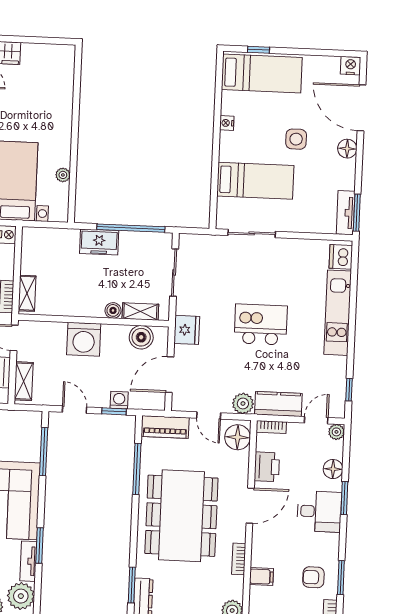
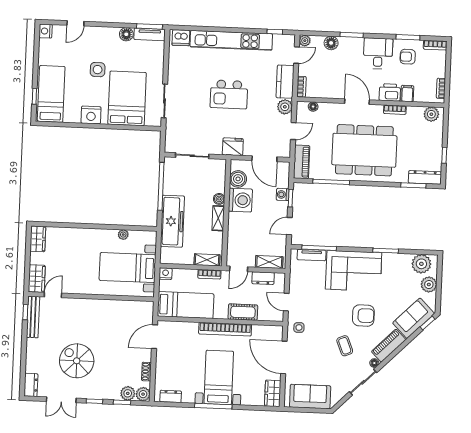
wardrobe: (57, 54) -> (38, 239), added
door: (361, 108) -> (75, 23), width x0.53
nightstand: (227, 123) -> (91, 115), width x1.89, depth x1.79
floor lamp: (347, 149) -> (126, 34), moved
bed: (255, 181) -> (127, 98), width x1.50
freezer: (99, 242) -> (172, 221), width x1.91, depth x1.26
shelving: (140, 312) -> (218, 218), moved
kitchen unit: (338, 313) -> (231, 40), width x1.36
kitchen island: (261, 325) -> (229, 94), turned -90
washing machine: (84, 339) -> (240, 200), moved
door: (316, 420) -> (297, 55), swing flipped
floor lamp: (238, 437) -> (313, 107), width x0.53, depth x0.53
printer: (267, 467) -> (390, 92), moved
desk: (319, 511) -> (378, 53), moved
tv unit: (28, 561) -> (312, 255), moved
armchair: (313, 577) -> (408, 57), turned 90

